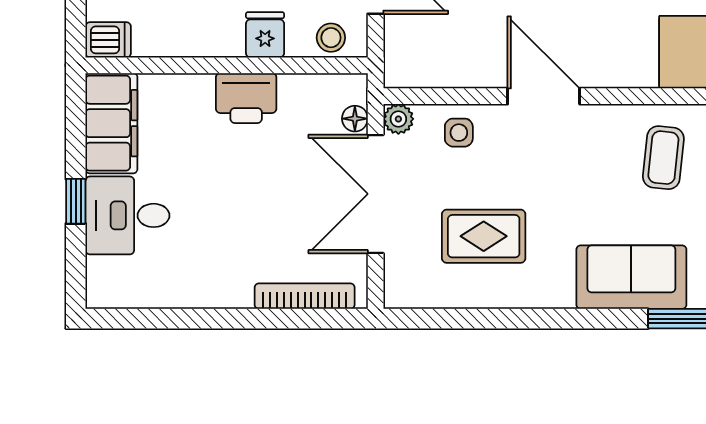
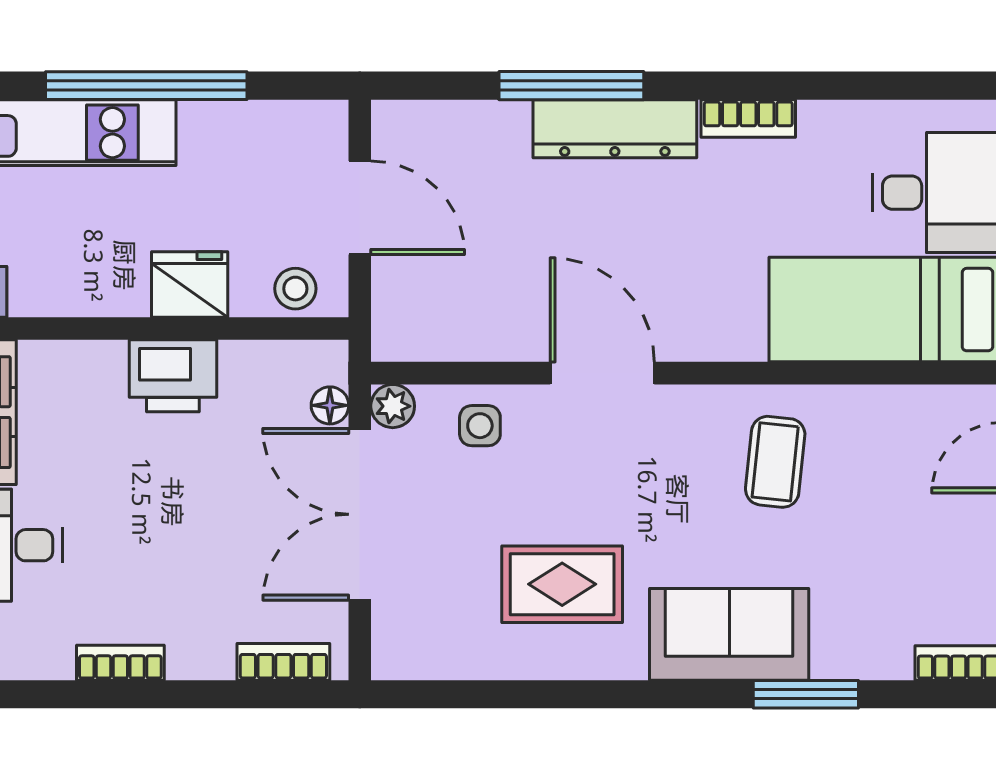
fridge: (265, 35) -> (190, 285), width x1.38
rug: (484, 236) -> (562, 584), moved
bookcase: (305, 296) -> (283, 662), width x0.64
bookcase: (210, 297) -> (120, 663), added

